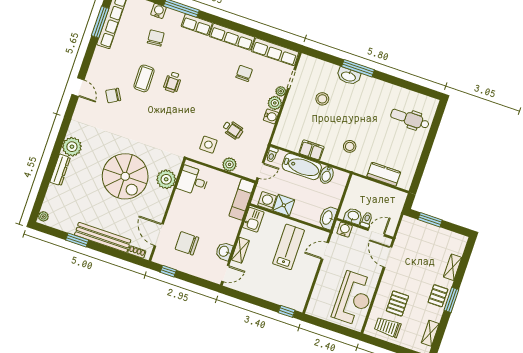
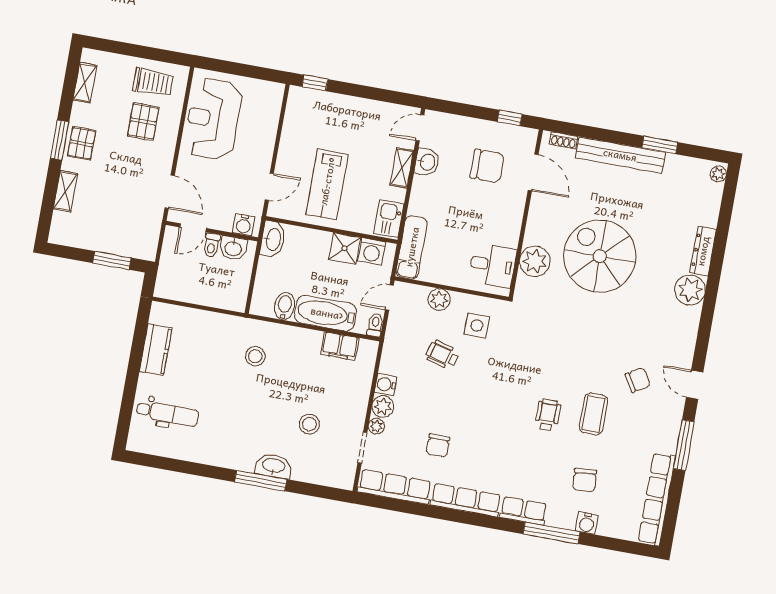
window: (100, 22) -> (684, 445), moved
filing cabinet: (311, 150) -> (340, 346), moved
kitchen counter: (384, 174) -> (156, 350), moved, turned -90

